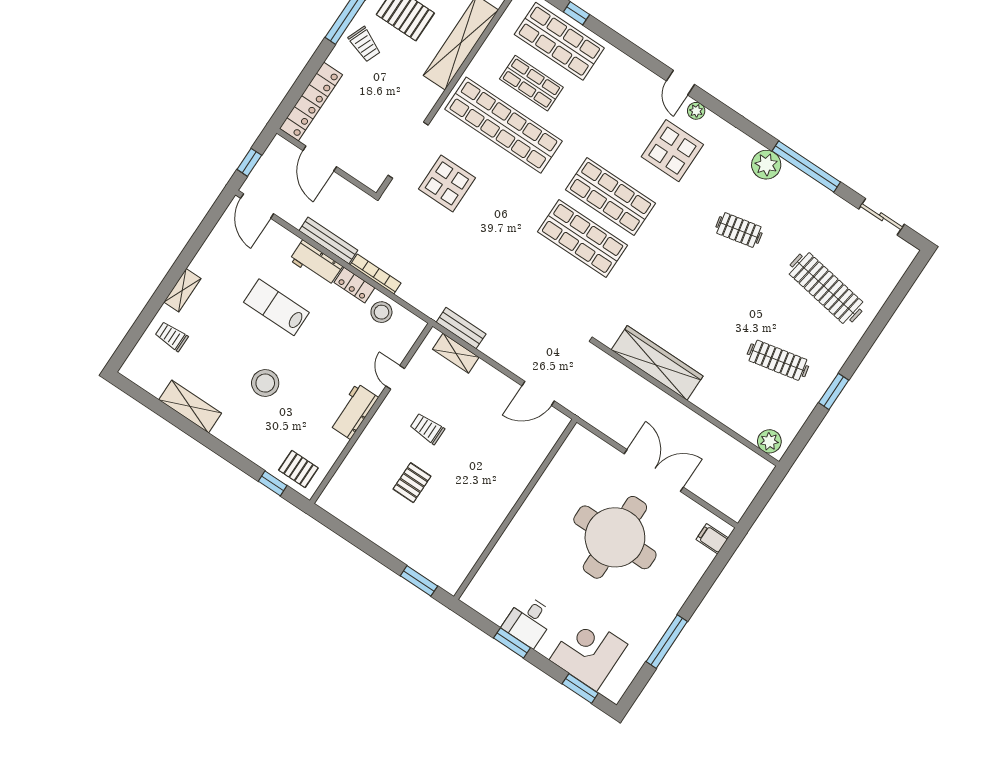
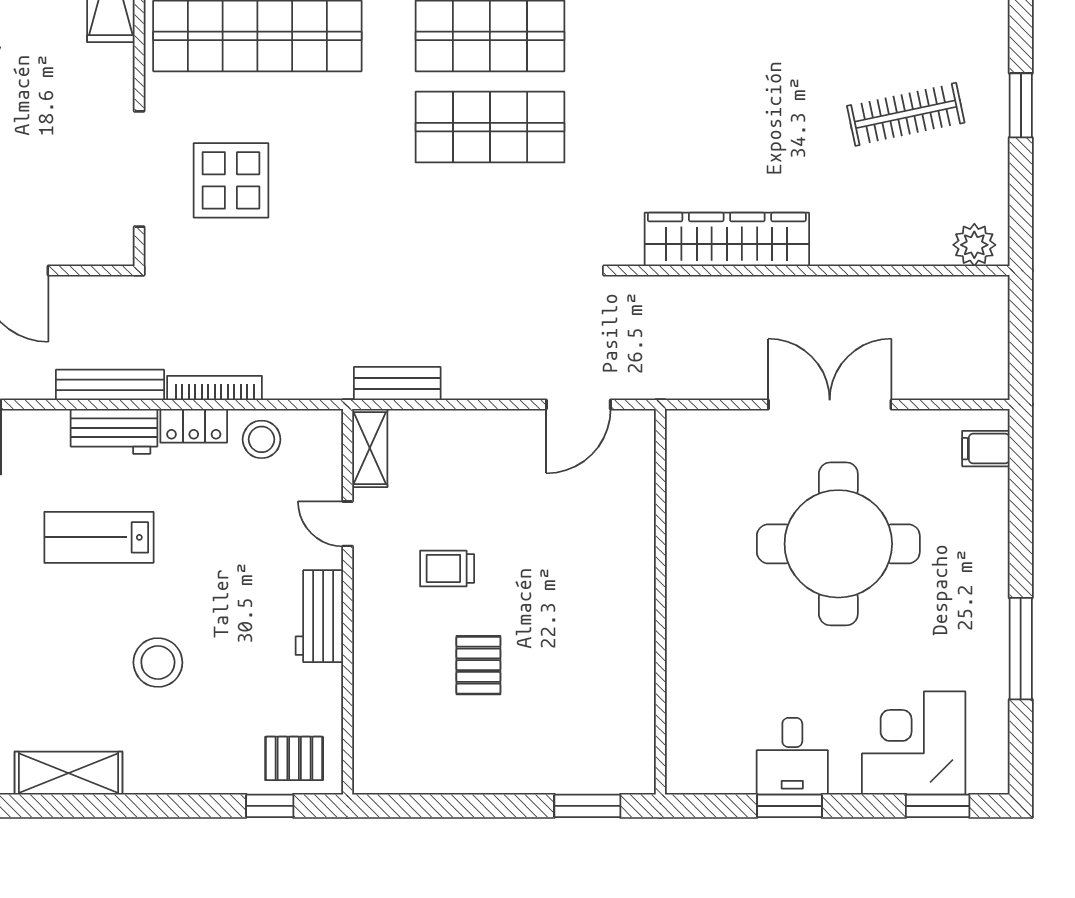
shelving: (456, 353) -> (370, 448), moved, turned 90

